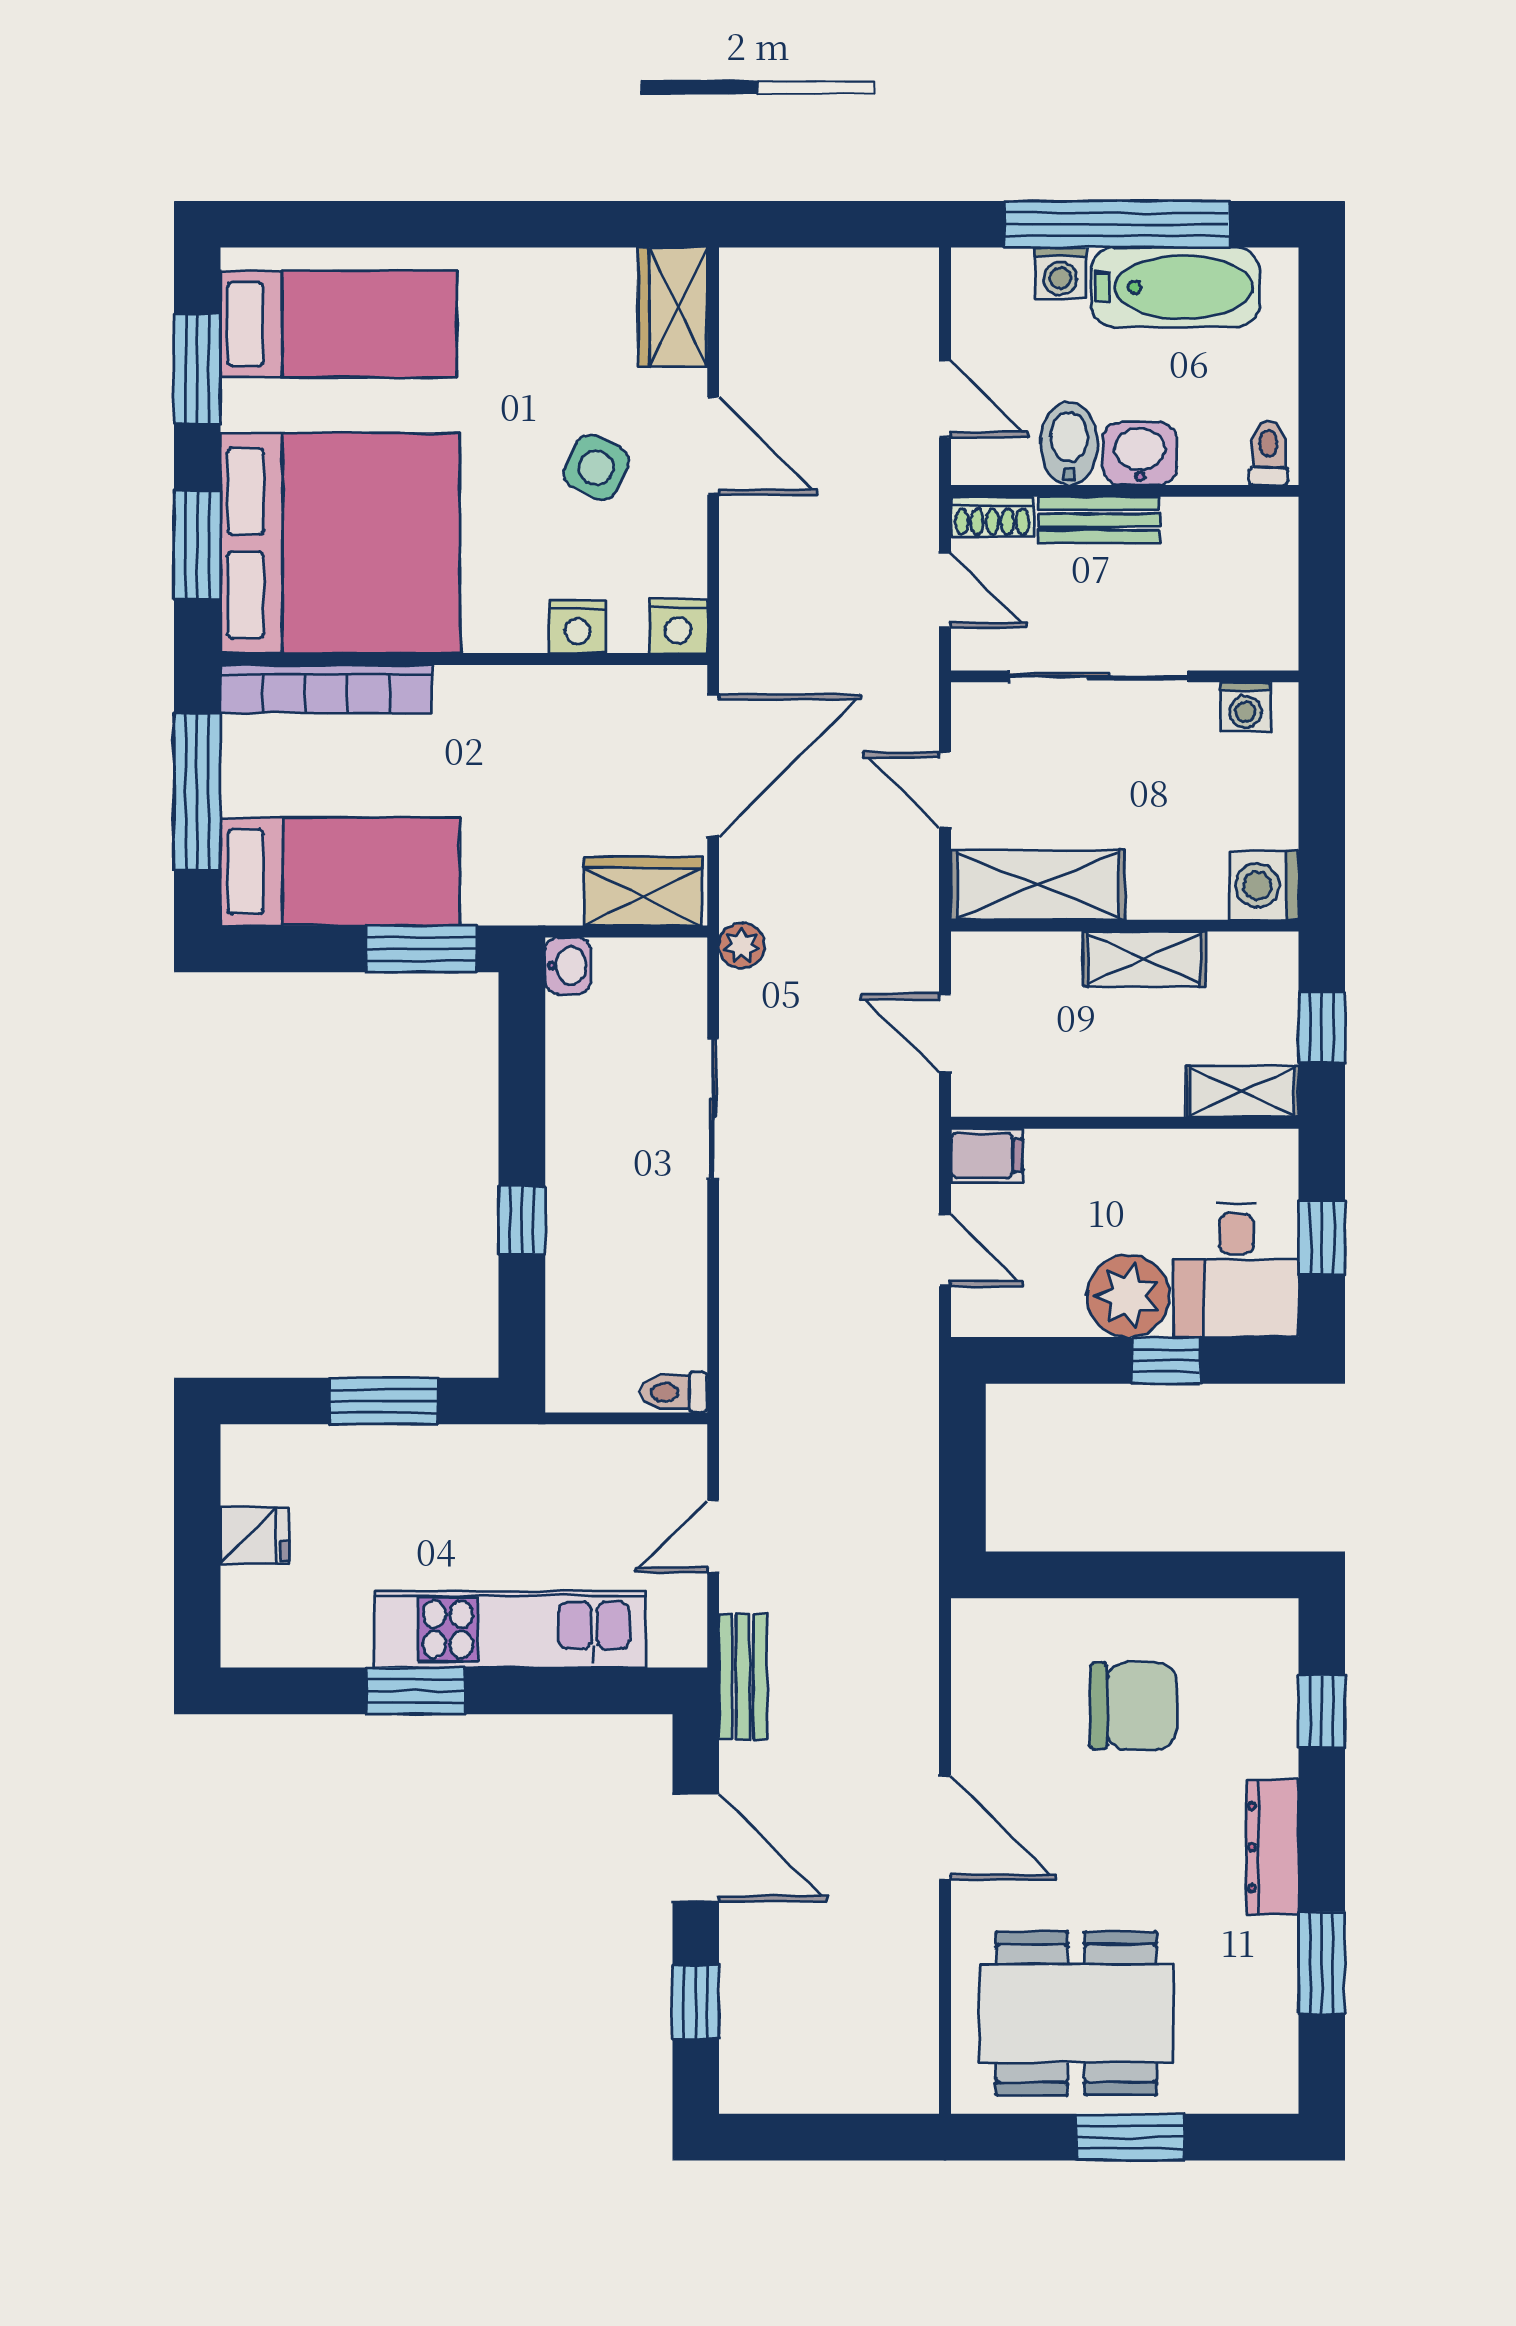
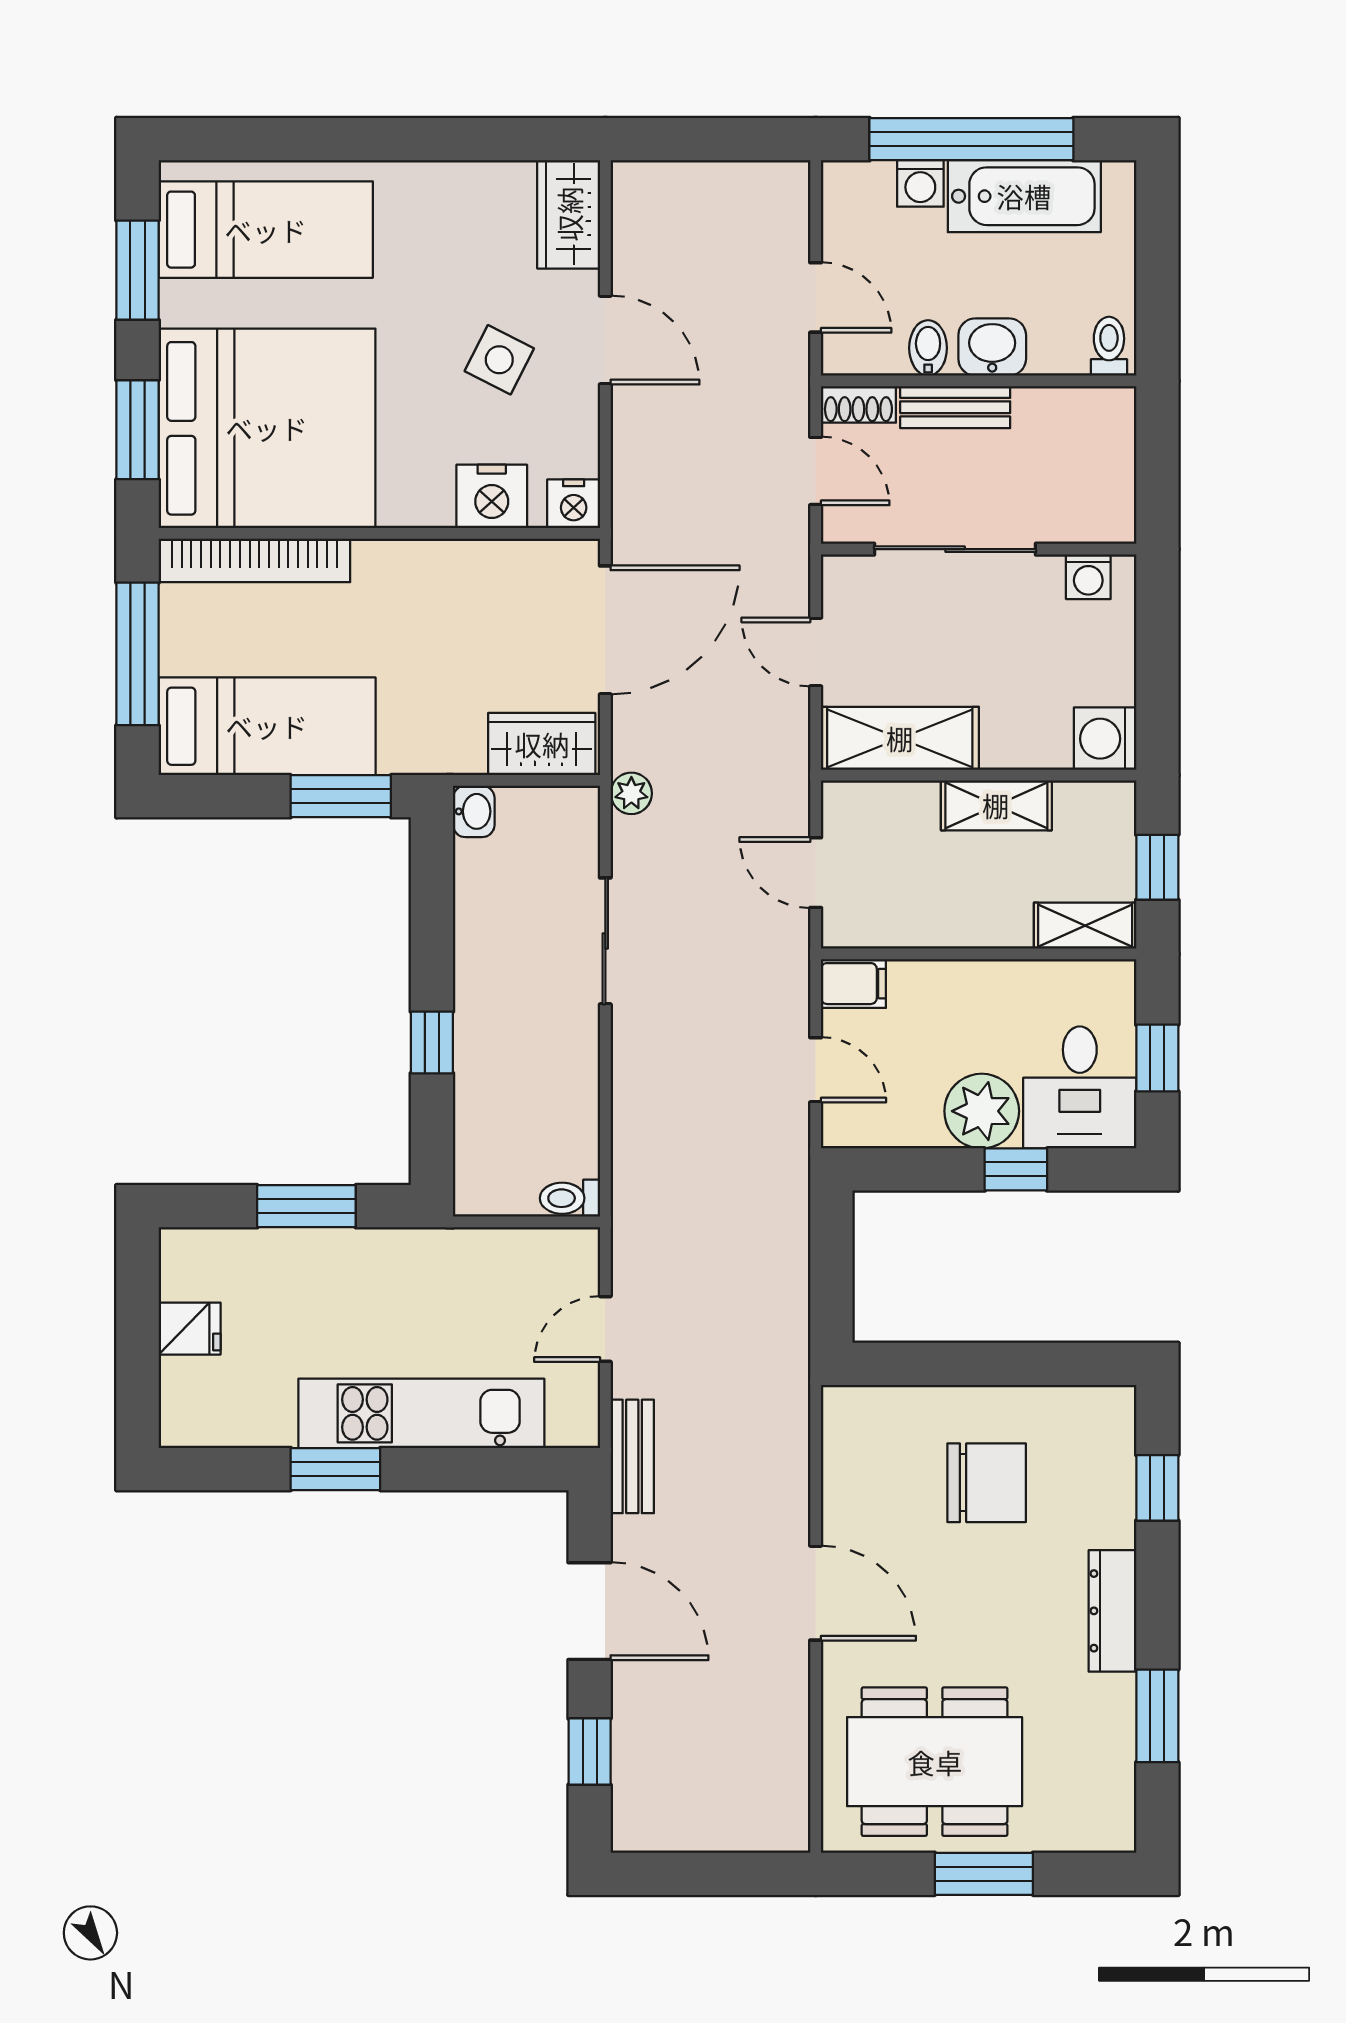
bidet: (1069, 444) -> (928, 348), width x0.72, depth x0.74
nightstand: (578, 627) -> (492, 496), width x1.36, depth x1.33

